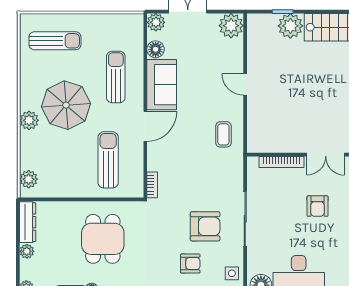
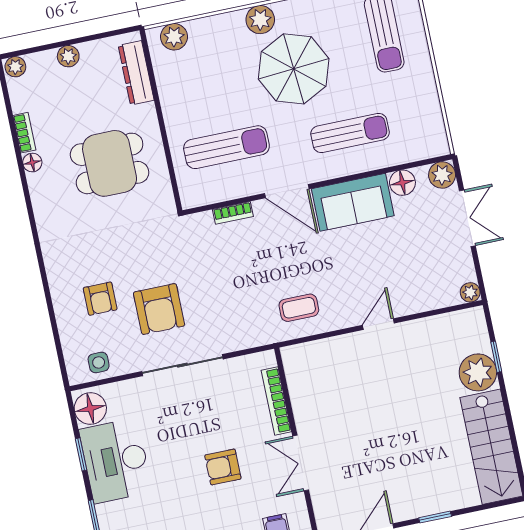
plant: (231, 26) -> (470, 292), width x0.53, depth x0.53
bookcase: (152, 185) -> (233, 213), moved
dresser: (28, 222) -> (136, 73), moved, turned 90

